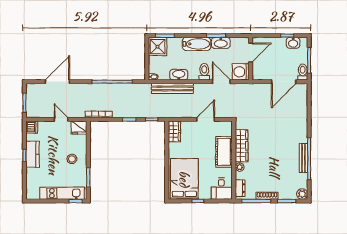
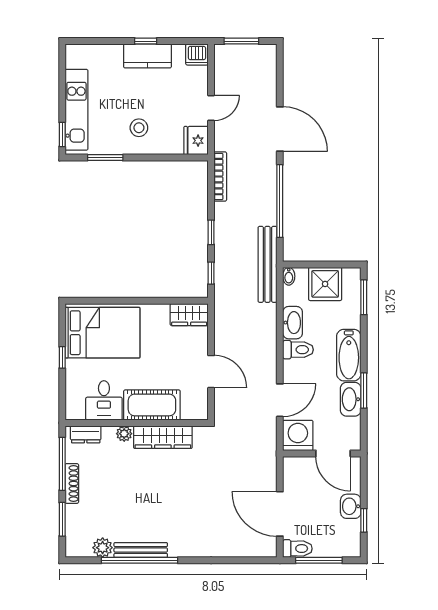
washbasin: (293, 43) -> (351, 506), moved
shower: (158, 47) -> (325, 284), moved
toilet: (204, 72) -> (298, 350), moved
door: (57, 82) -> (280, 129), moved
bench: (172, 88) -> (268, 264), moved
desk: (221, 189) -> (104, 400), moved, turned -90
plant: (302, 194) -> (103, 548), moved

